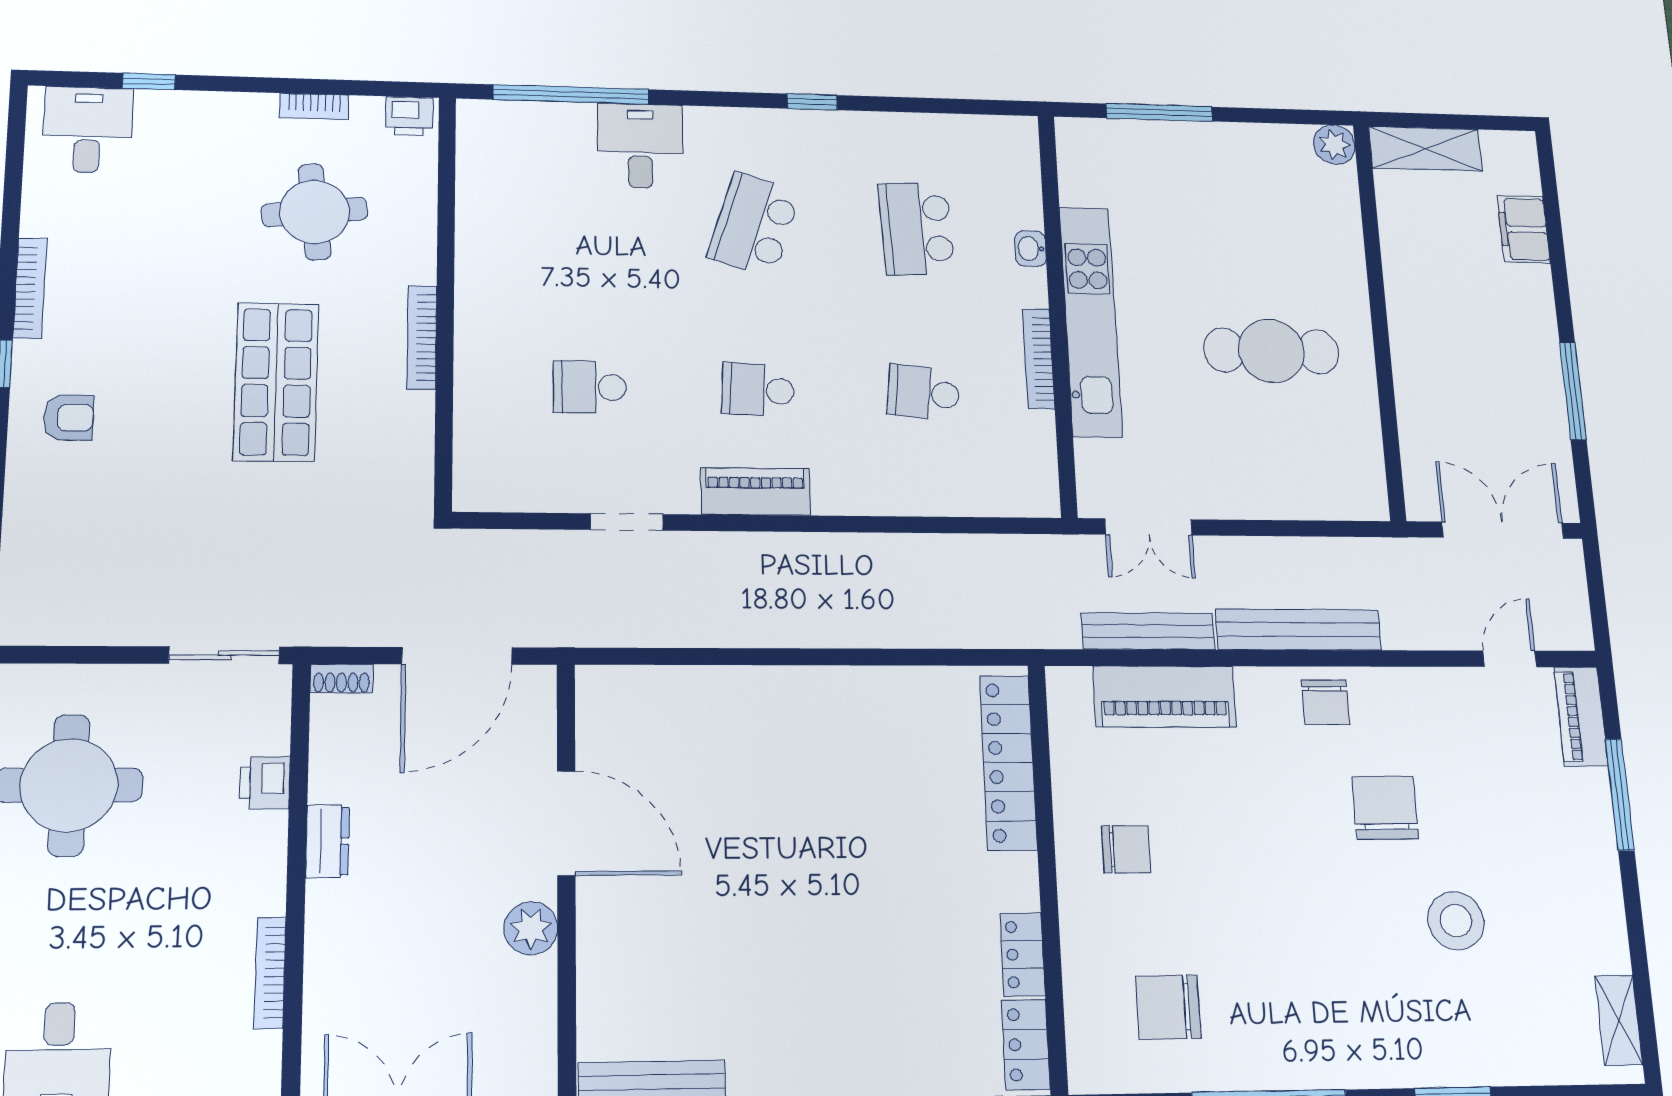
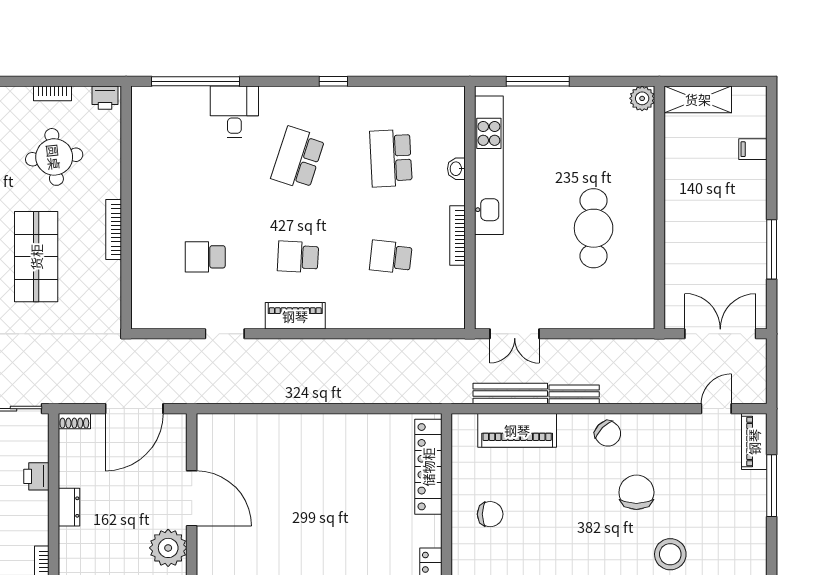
filing cabinet: (1524, 229) -> (753, 149), width x0.50
kitchen unit: (1091, 321) -> (489, 165), moved
cafe table: (1271, 351) -> (594, 228), turned 90
bench: (1298, 630) -> (574, 394), width x0.54, depth x0.82
chair: (1326, 702) -> (608, 434), turned -45
plant: (531, 928) -> (168, 548), width x1.36, depth x1.36

